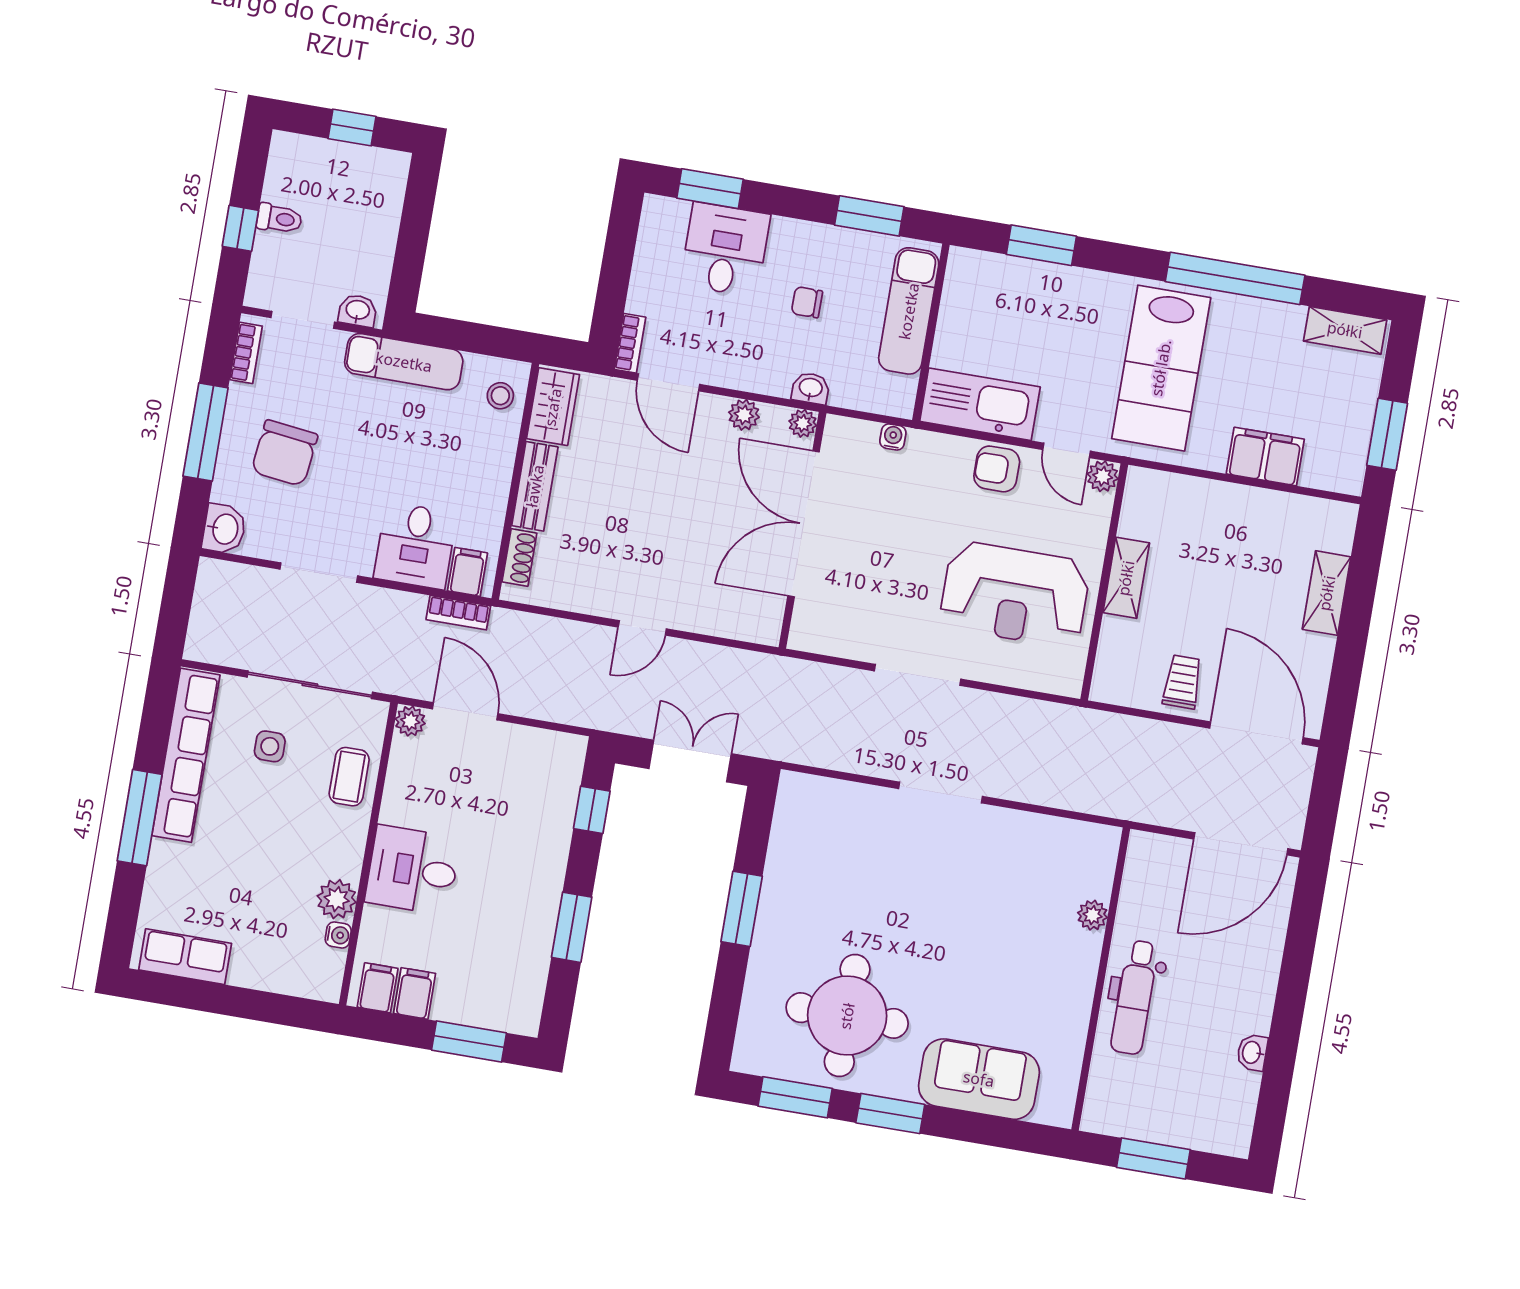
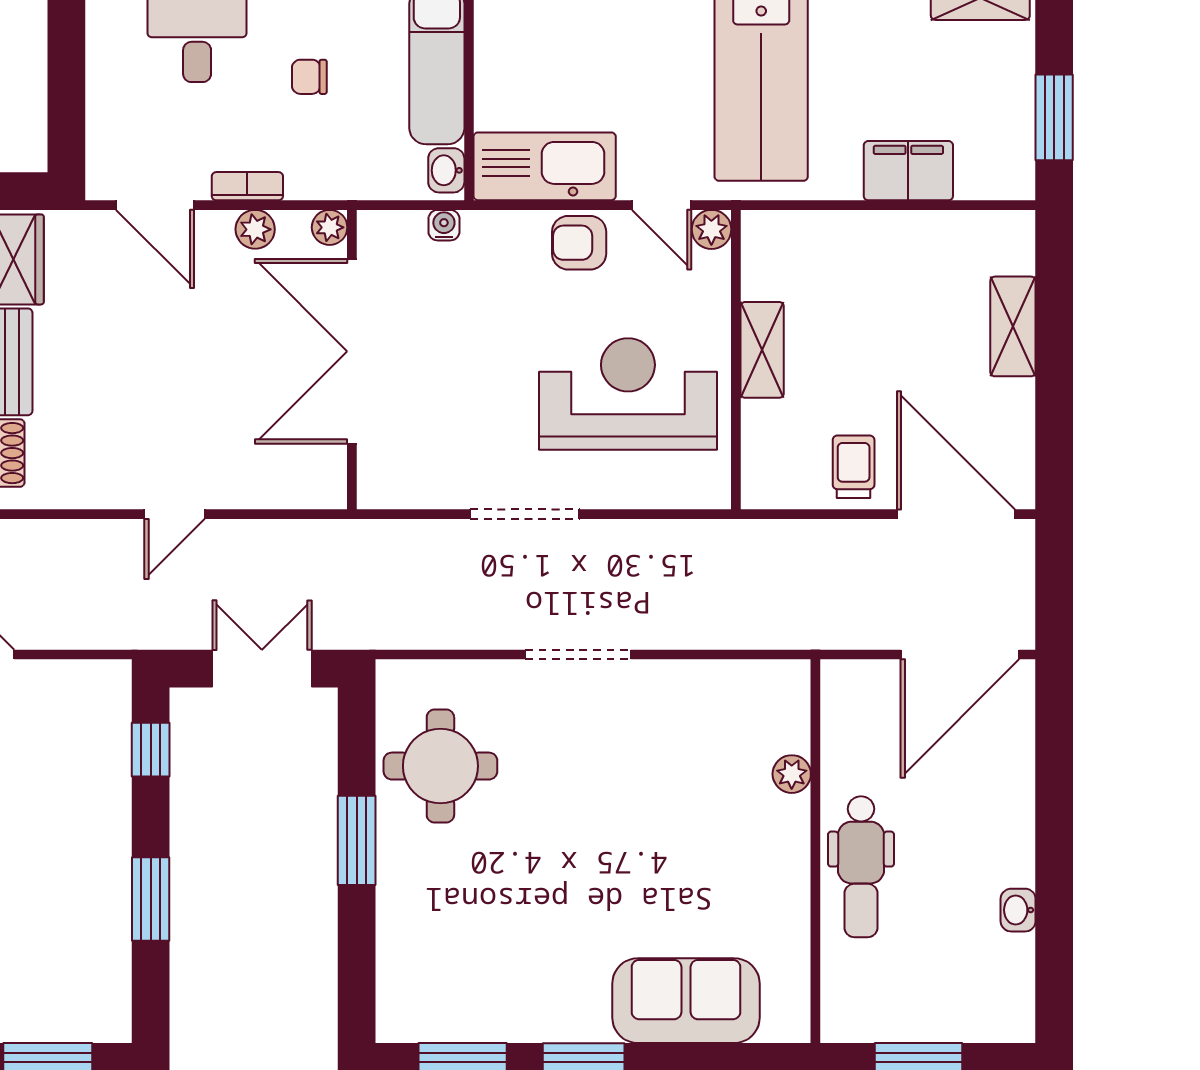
bookcase: (630, 343) -> (247, 186), moved, turned -90
washbasin: (811, 388) -> (446, 170), moved, turned -90
reception desk: (1015, 594) -> (628, 394), turned 180
round table: (847, 1016) -> (440, 766), moved, width x0.73, depth x0.73

